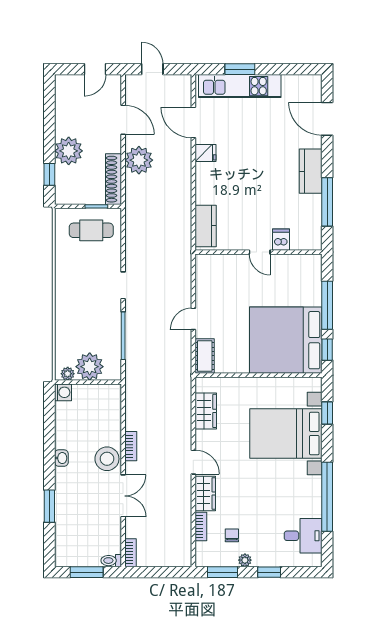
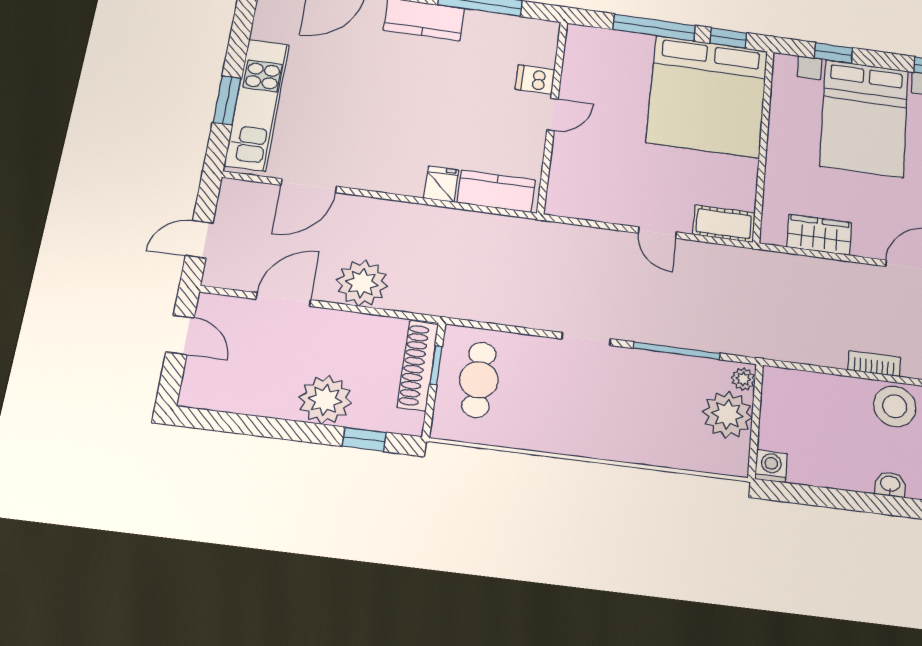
fridge: (206, 153) -> (441, 184), moved
shoe rack: (114, 179) -> (418, 366), moved, turned 90
plant: (68, 374) -> (743, 379), moved

